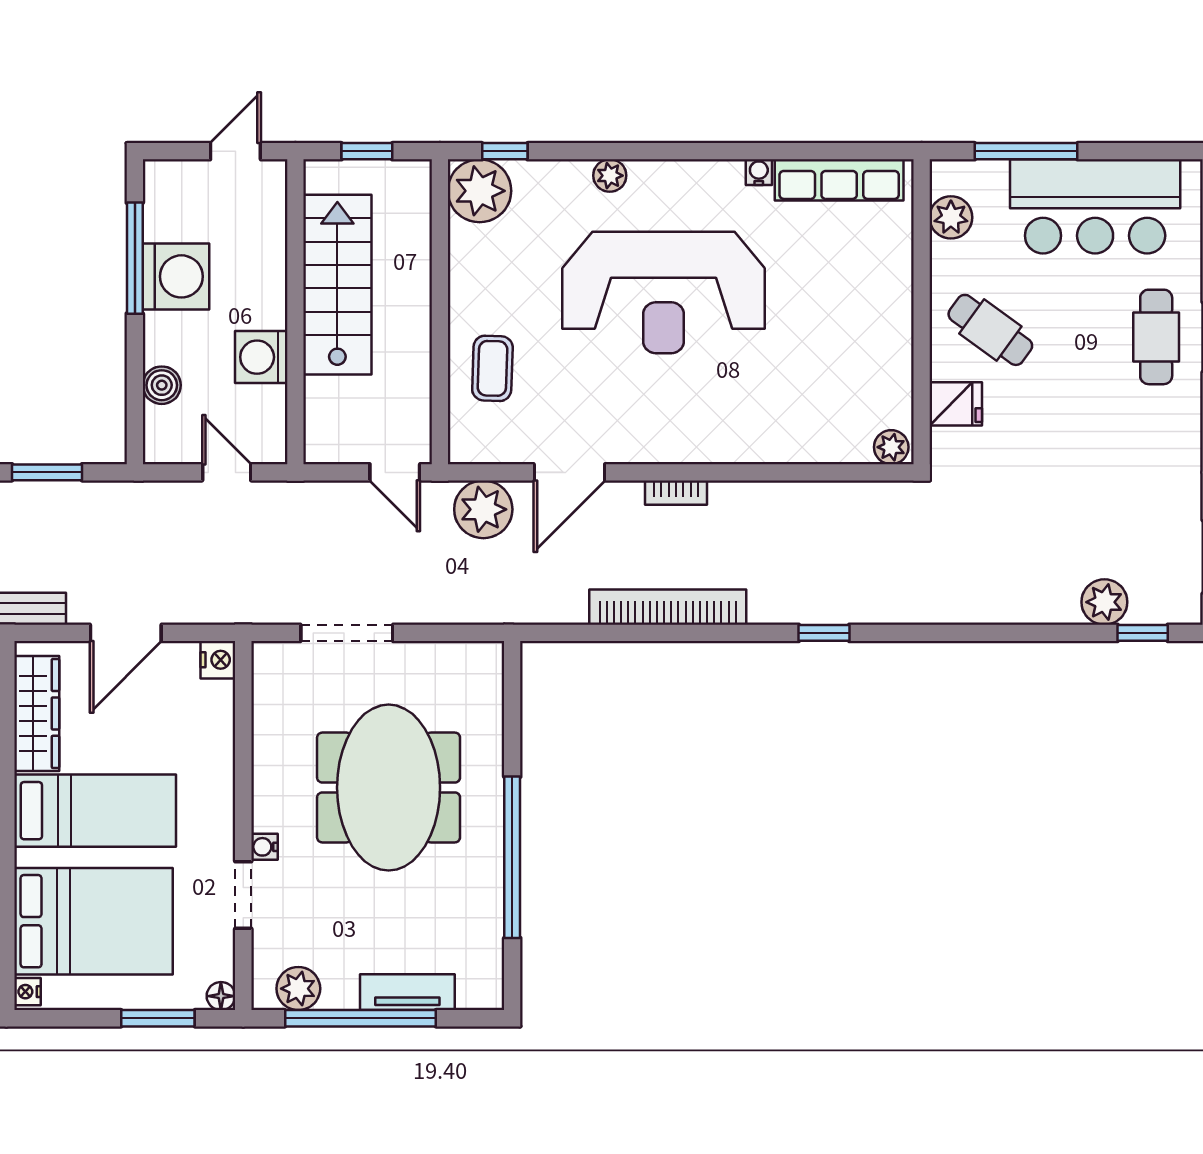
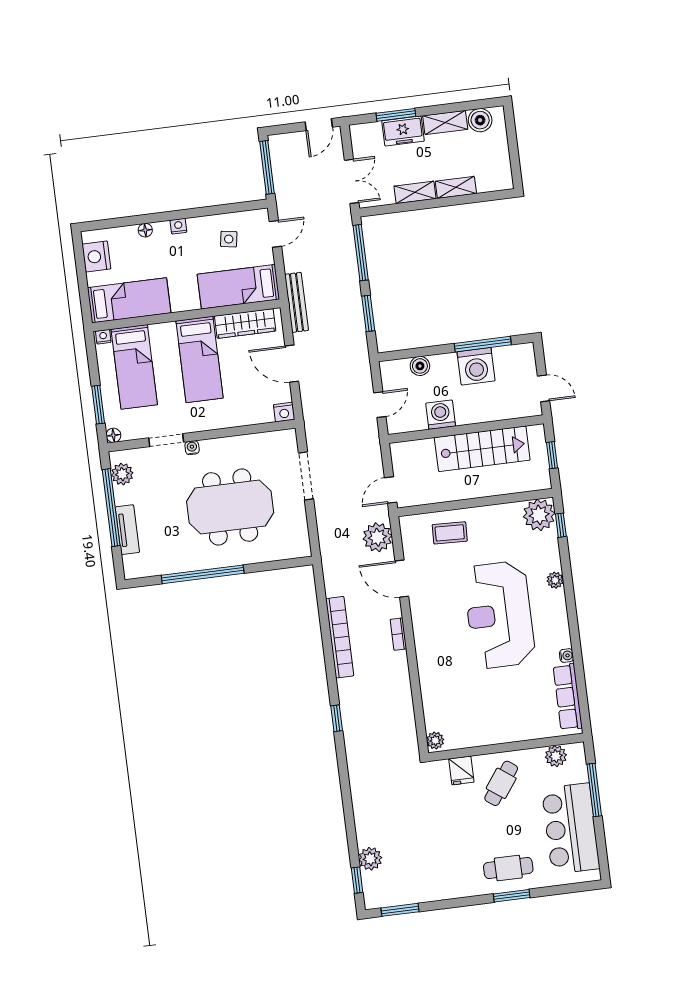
bed: (94, 921) -> (134, 367), width x0.67

